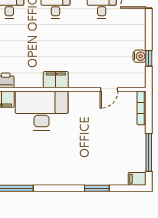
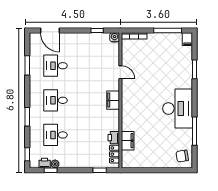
water cooler: (140, 56) -> (115, 37), moved
door: (109, 89) -> (120, 72), moved
desk: (42, 110) -> (178, 109), moved, turned 180

